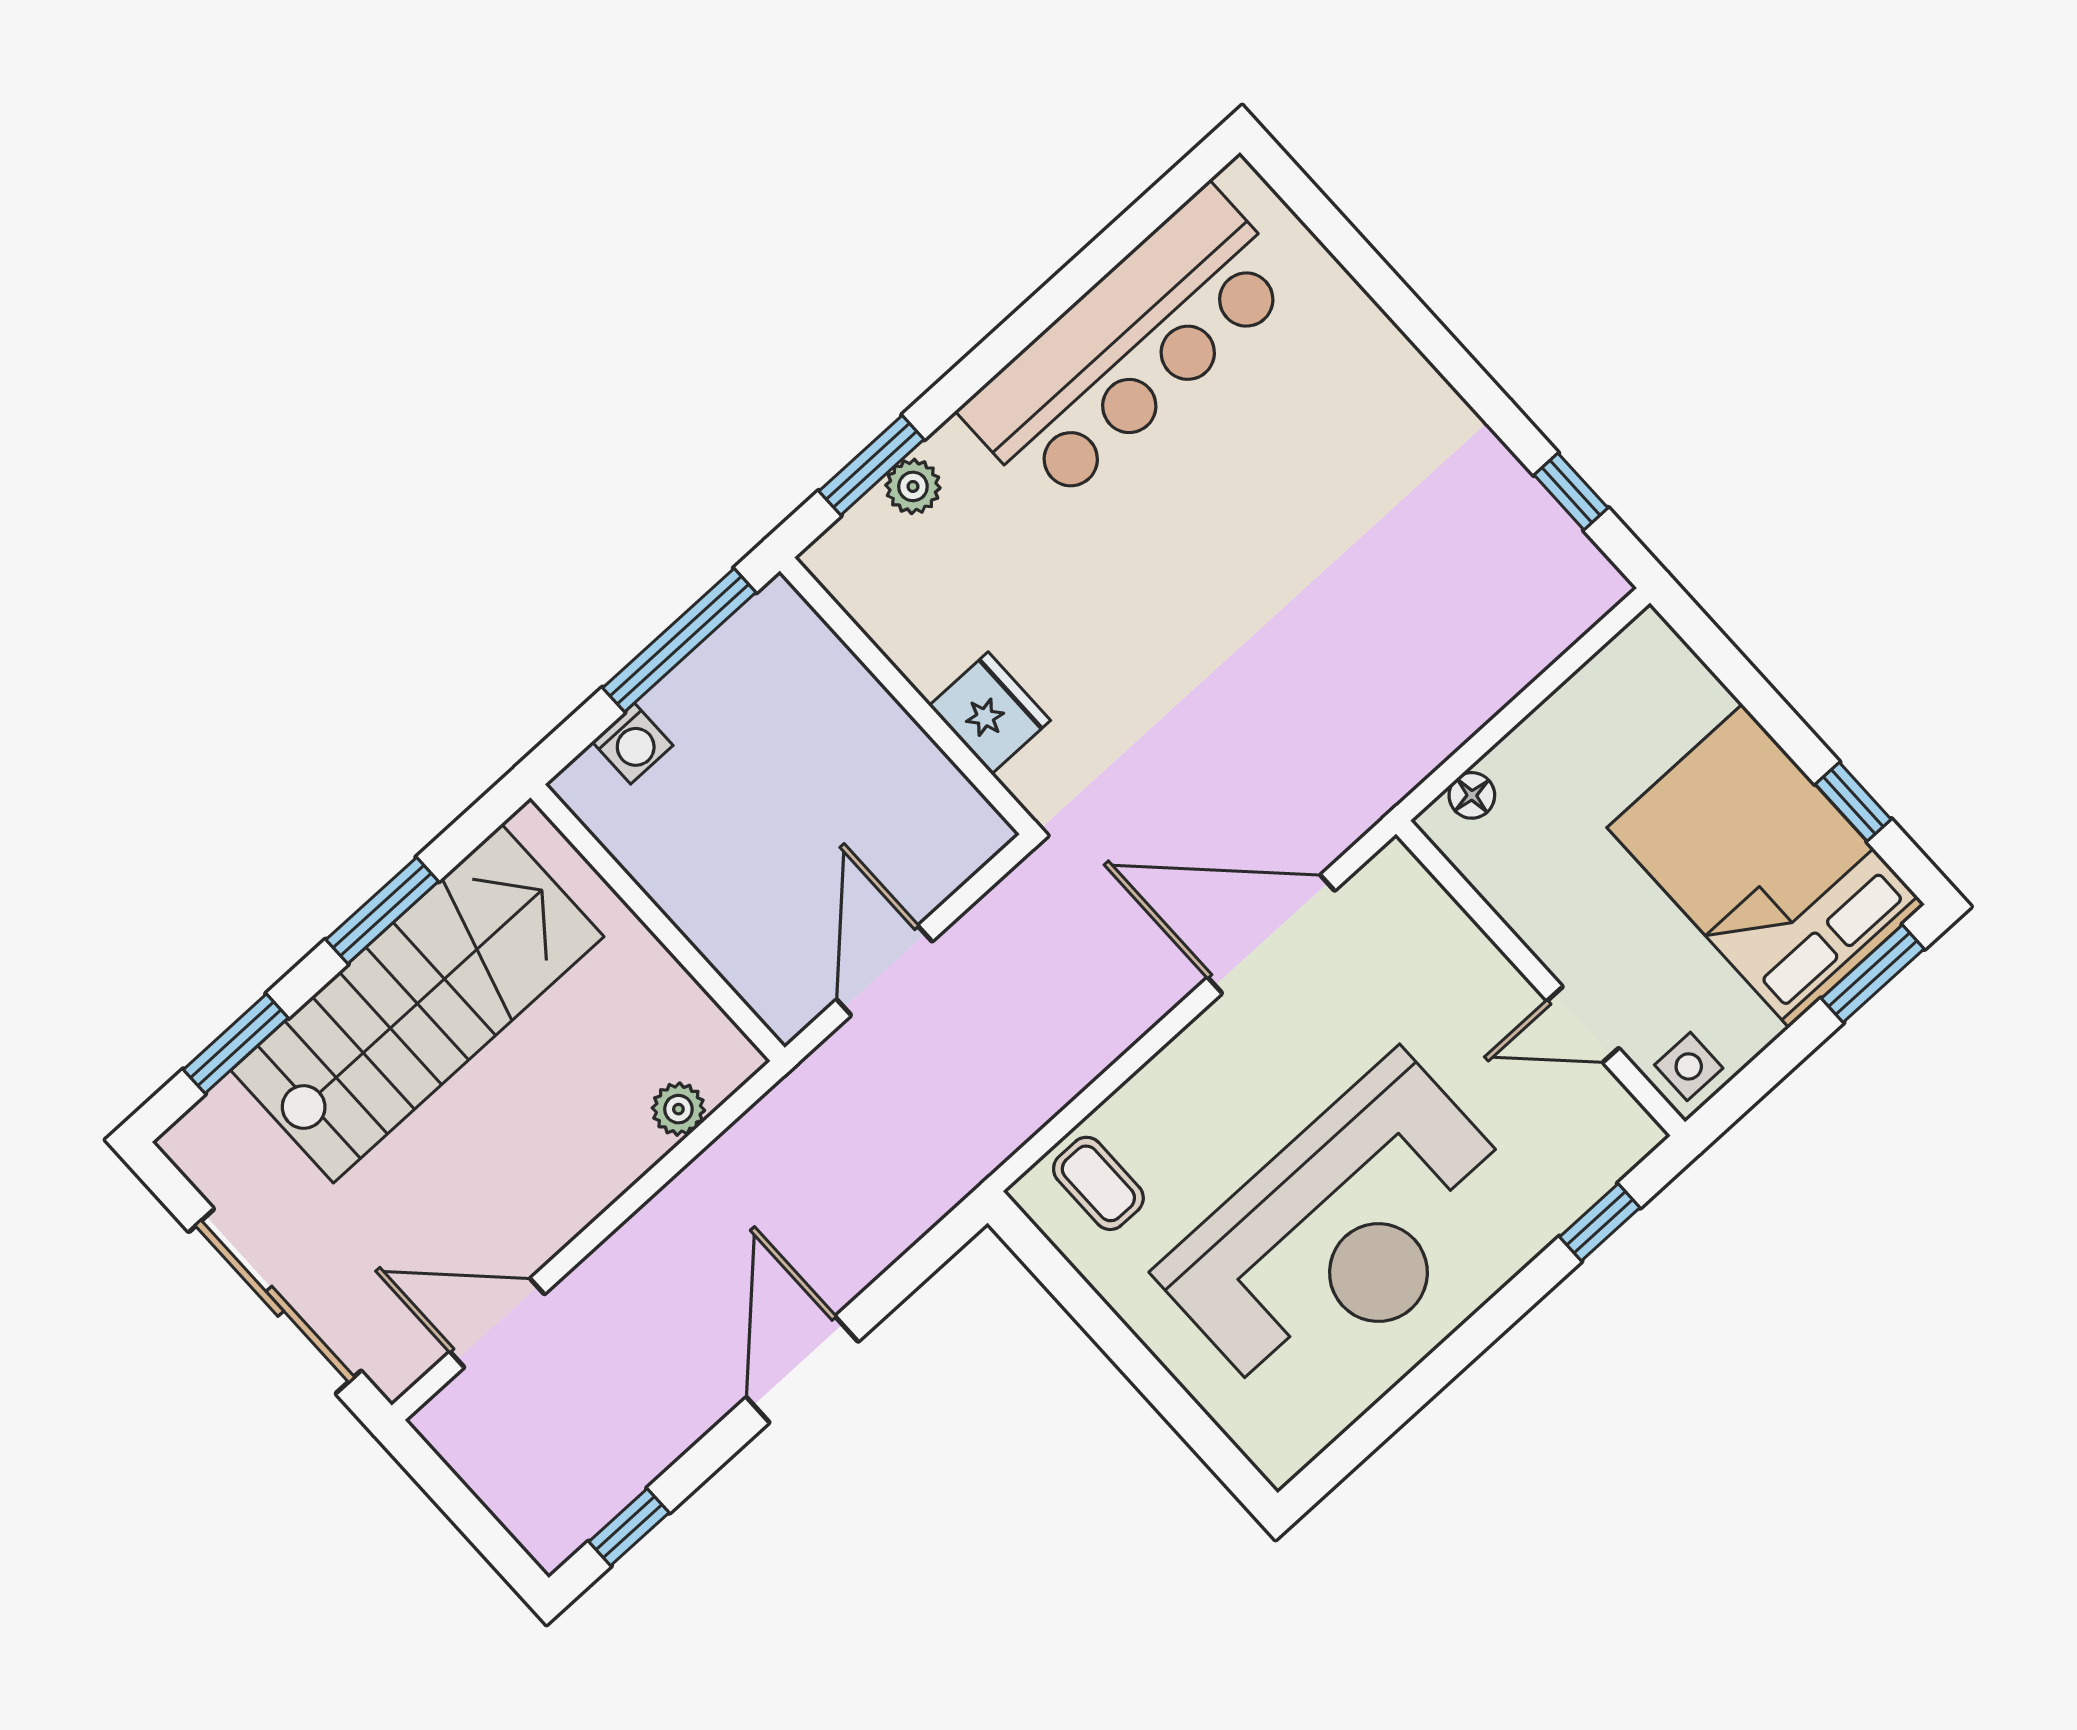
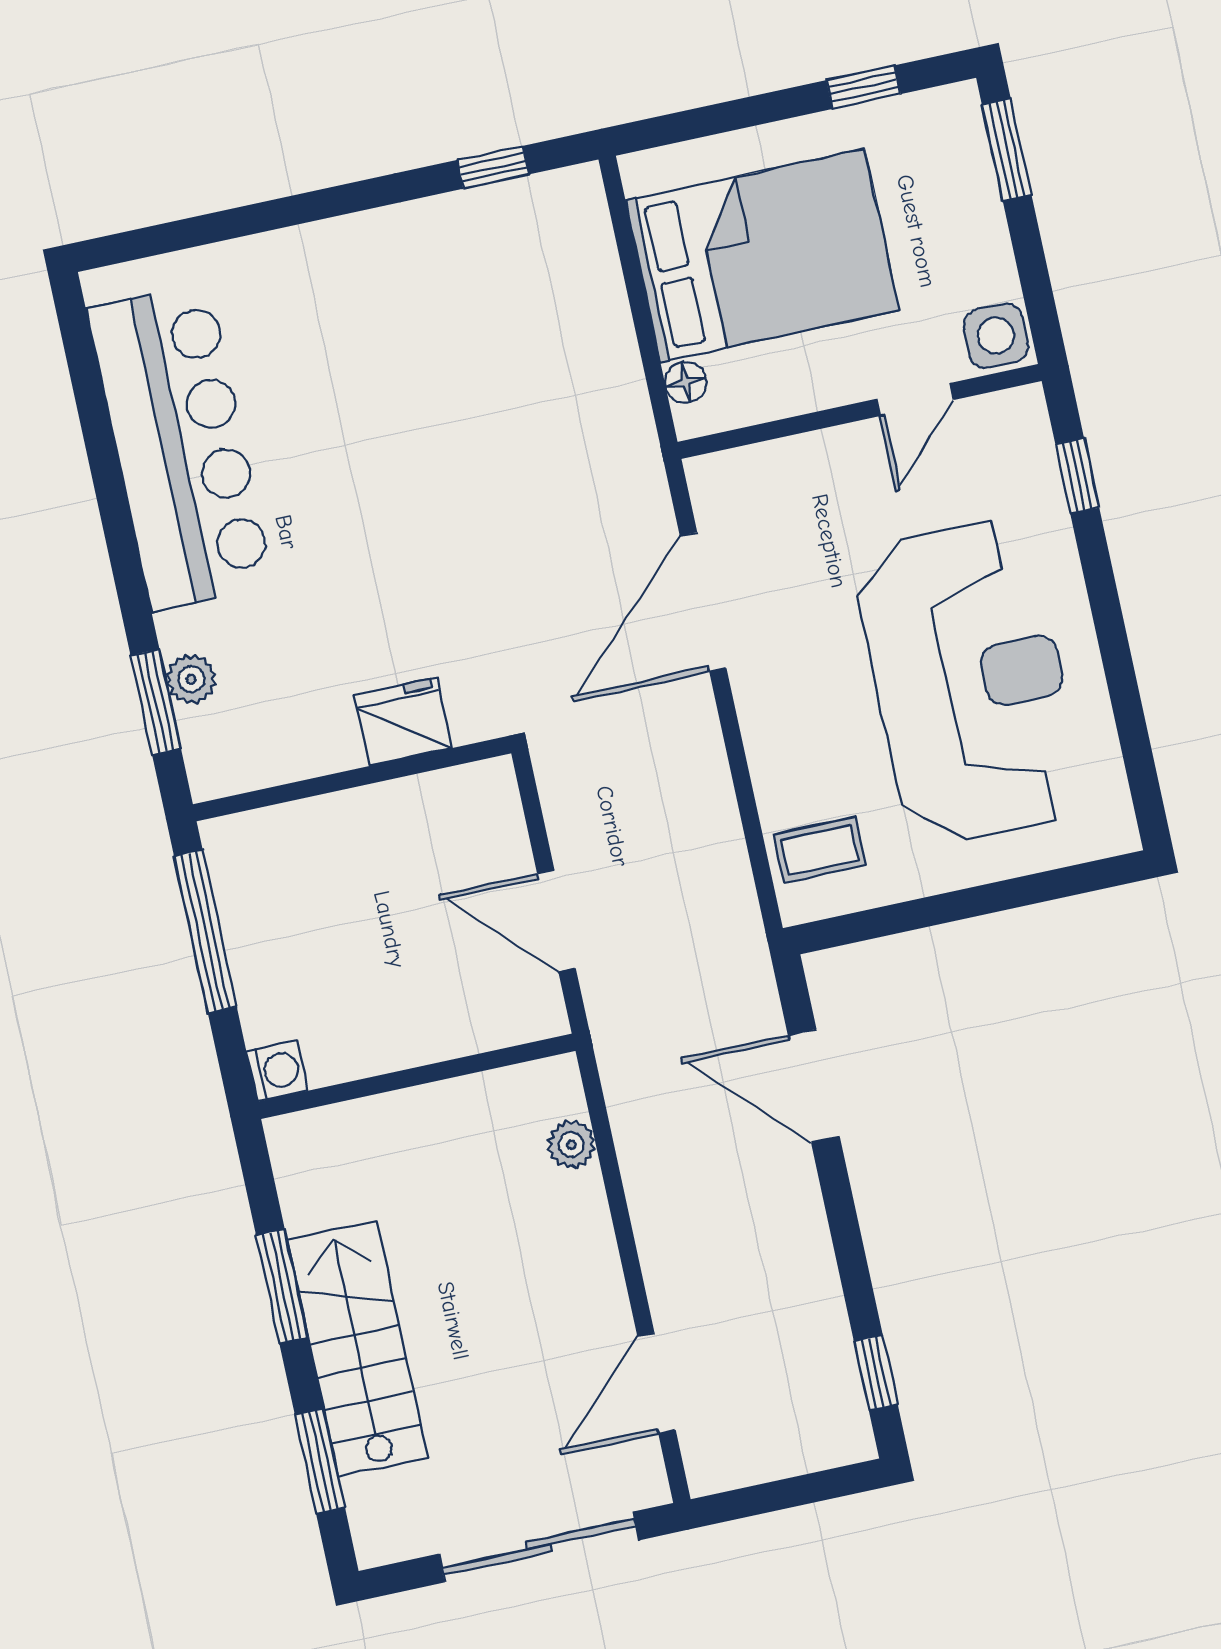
washing machine: (633, 743) -> (277, 1071), moved
bed: (1766, 866) -> (762, 255), moved, turned 180
stairs: (417, 1004) -> (357, 1349), width x0.73, depth x0.66
side table: (1689, 1066) -> (996, 336), width x1.37, depth x1.37
door: (802, 1369) -> (814, 1086), moved

